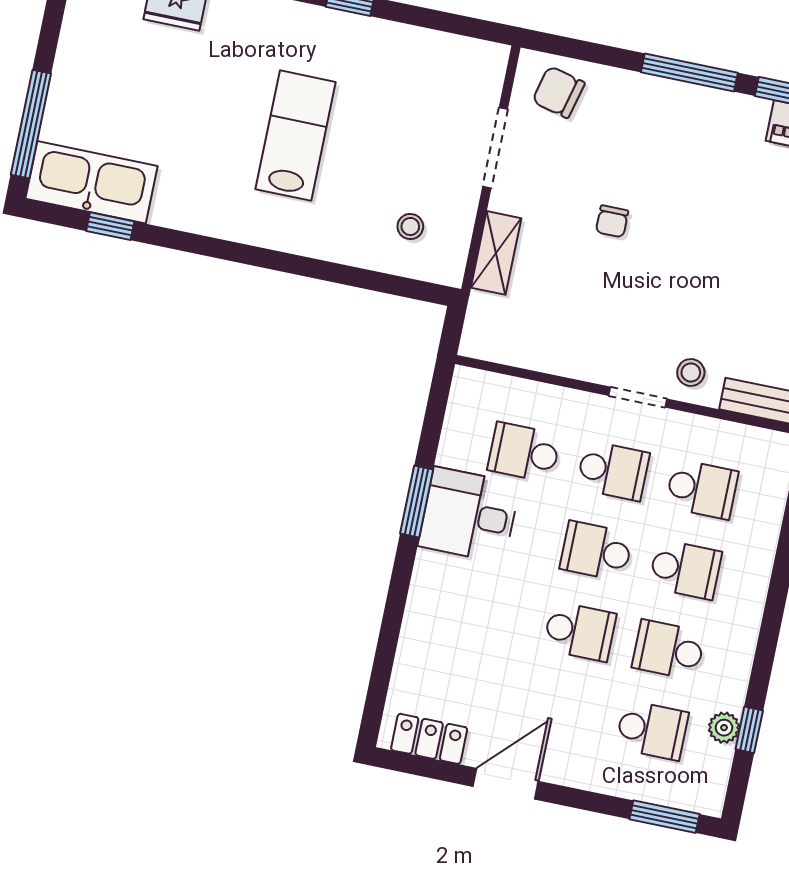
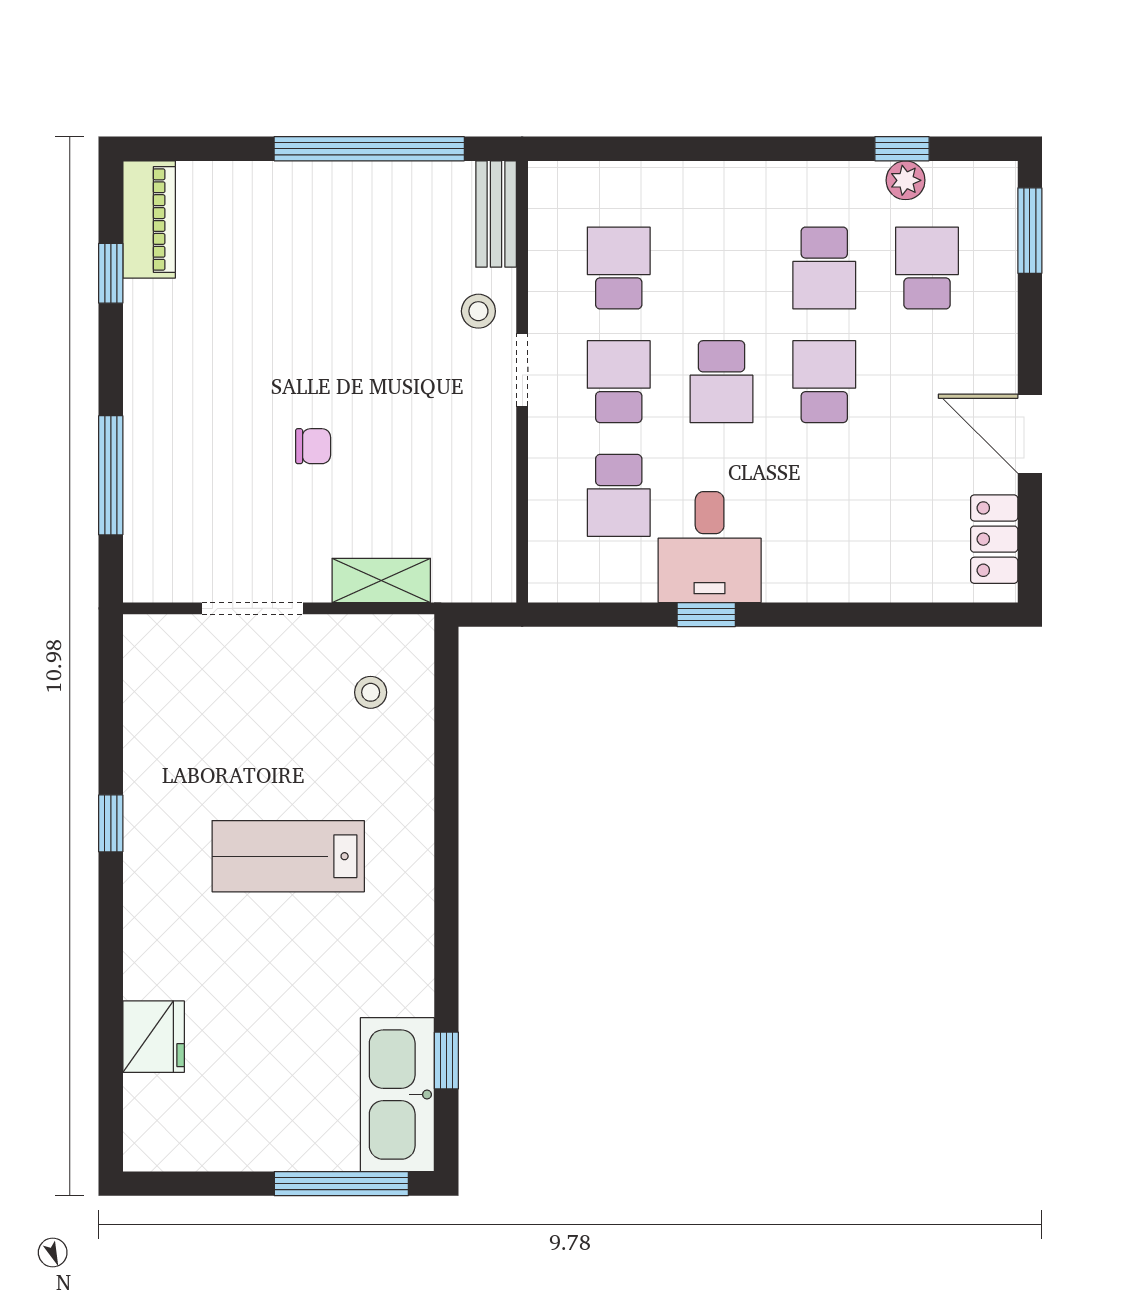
window: (689, 72) -> (111, 475), moved
chair: (558, 92) -> (168, 545), removed
window: (417, 501) -> (706, 615), width x0.67
school desk: (685, 570) -> (721, 268), removed

